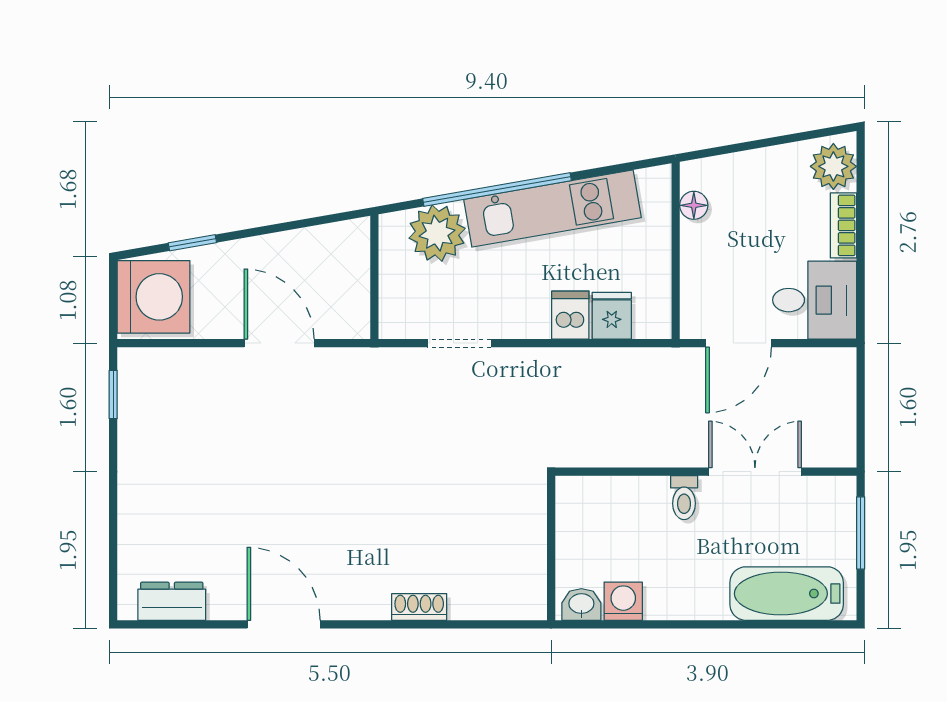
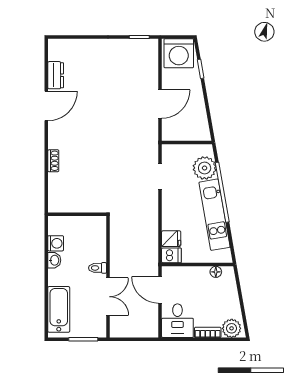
dishwasher: (570, 315) -> (171, 255), moved
dresser: (172, 601) -> (56, 75), moved
washbasin: (581, 604) -> (54, 260), moved

